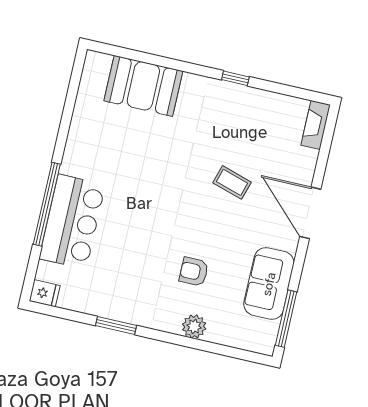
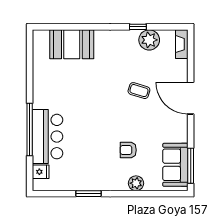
window: (235, 78) -> (138, 27), moved
plant: (266, 107) -> (149, 40), added
sofa: (269, 284) -> (175, 165), moved
fridge: (45, 293) -> (41, 172), moved

